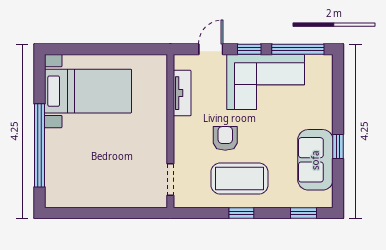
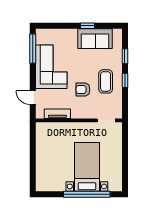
window: (249, 49) -> (33, 76), removed
bed with nightstands: (88, 91) -> (87, 167), moved
coffee table: (239, 179) -> (106, 81), width x0.73, depth x0.76
window: (304, 213) -> (125, 56), moved

